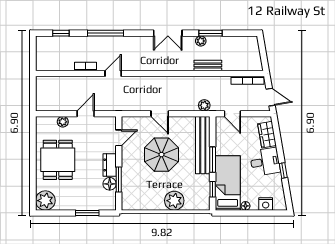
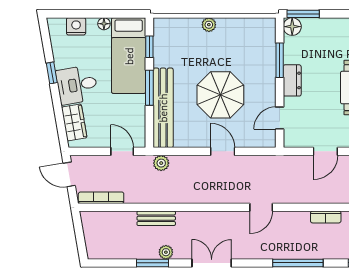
door: (113, 73) -> (261, 207), moved
floor lamp: (110, 184) -> (292, 27), moved
plant: (174, 201) -> (209, 25), width x0.53, depth x0.53
window: (87, 213) -> (303, 14), moved

